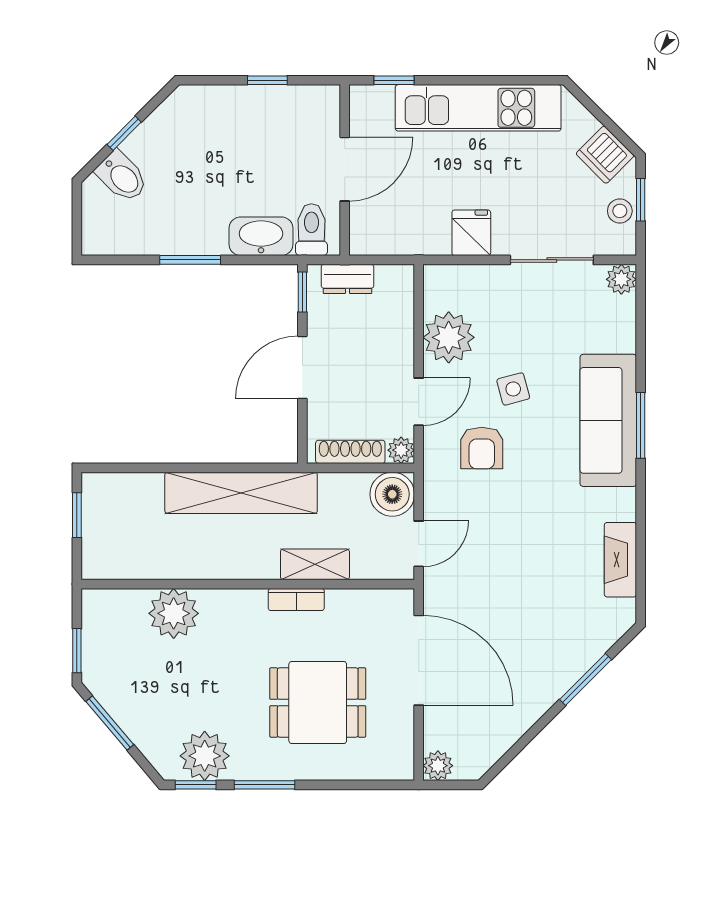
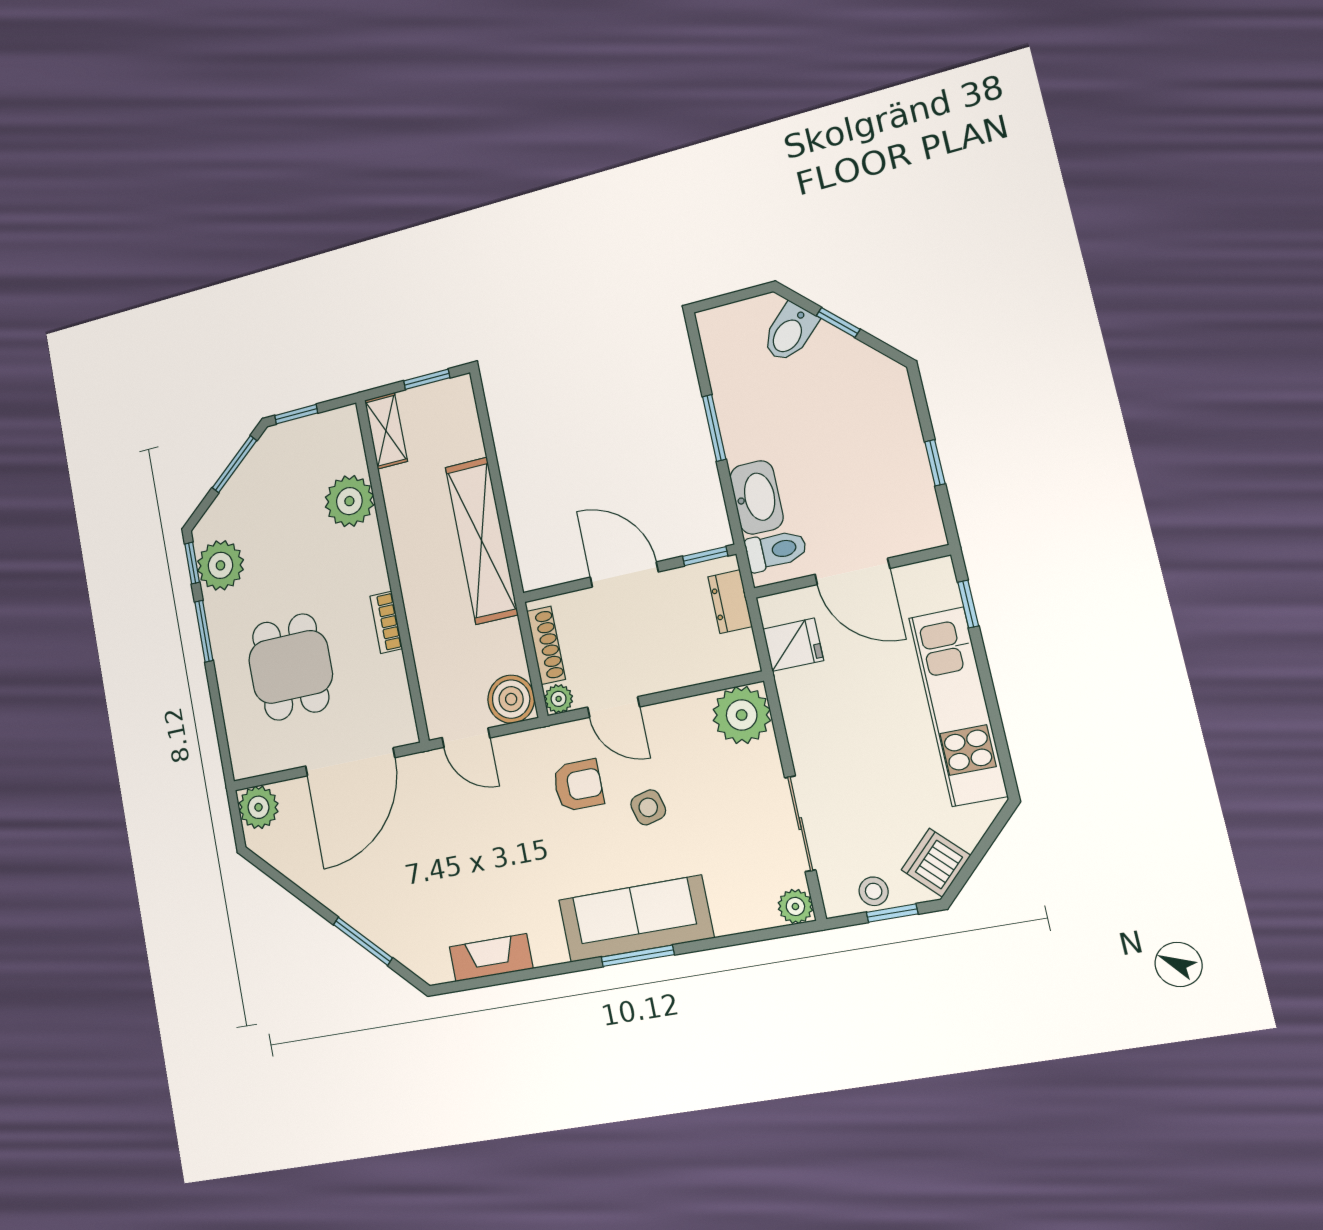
fridge: (471, 233) -> (793, 645), moved
plant: (449, 337) -> (742, 715), moved
armchair: (482, 448) -> (578, 785), turned 180
shelving: (315, 564) -> (386, 431), moved
plant: (438, 766) -> (258, 807), width x1.38, depth x1.38

